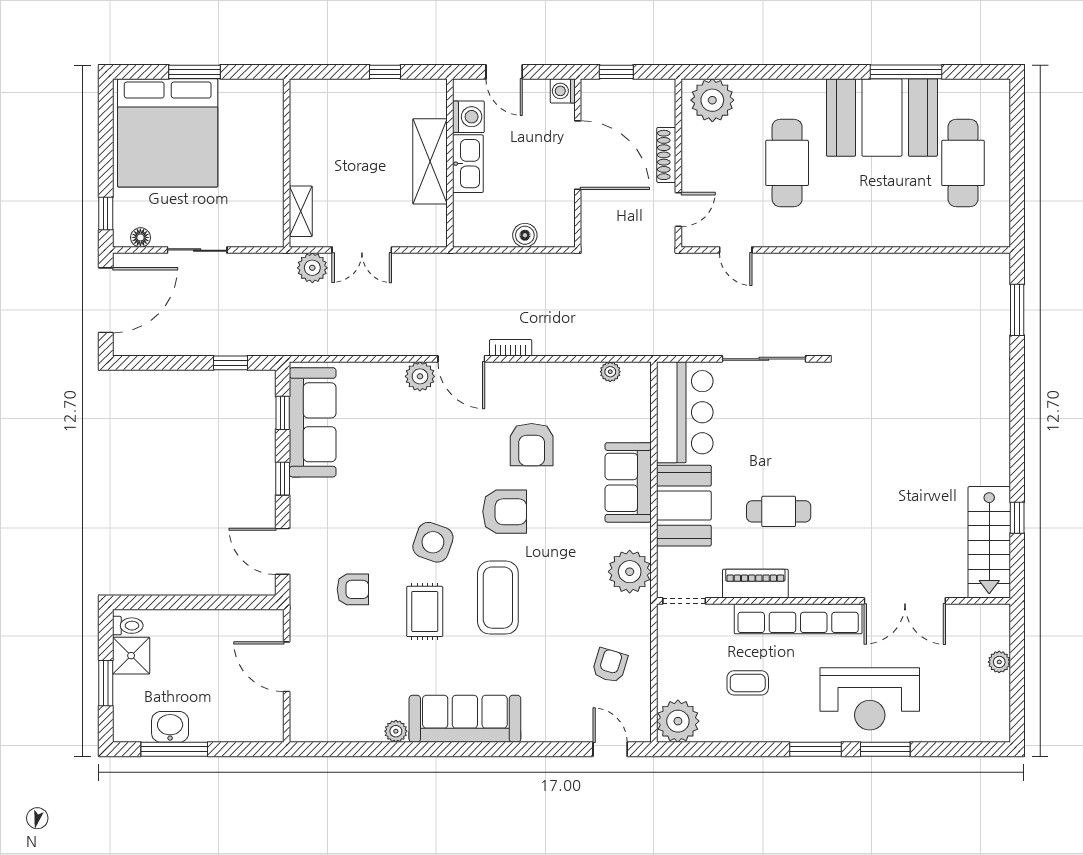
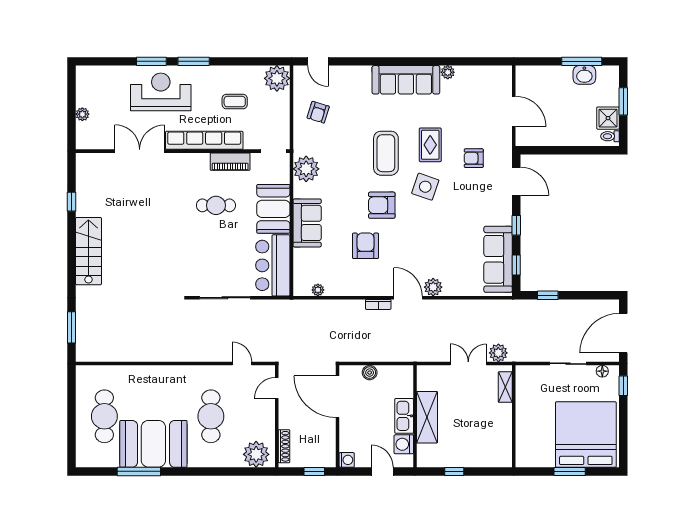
door: (578, 155) -> (338, 397), moved
shoe rack: (666, 155) -> (284, 446), moved
stairs: (989, 542) -> (88, 251), moved

